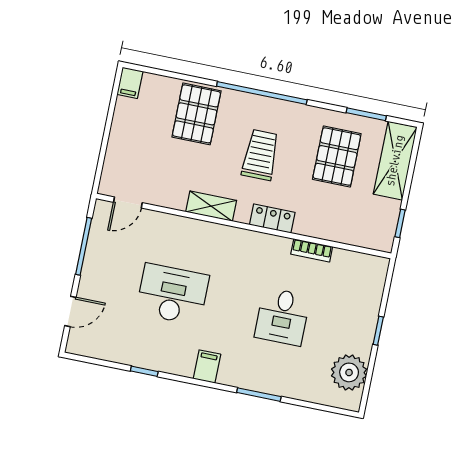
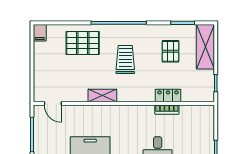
pallet: (196, 114) -> (83, 43), turned 90
pallet: (337, 157) -> (170, 51), width x0.67, depth x0.71
door: (128, 202) -> (53, 103), hinge flipped
locker: (272, 219) -> (168, 96), moved

